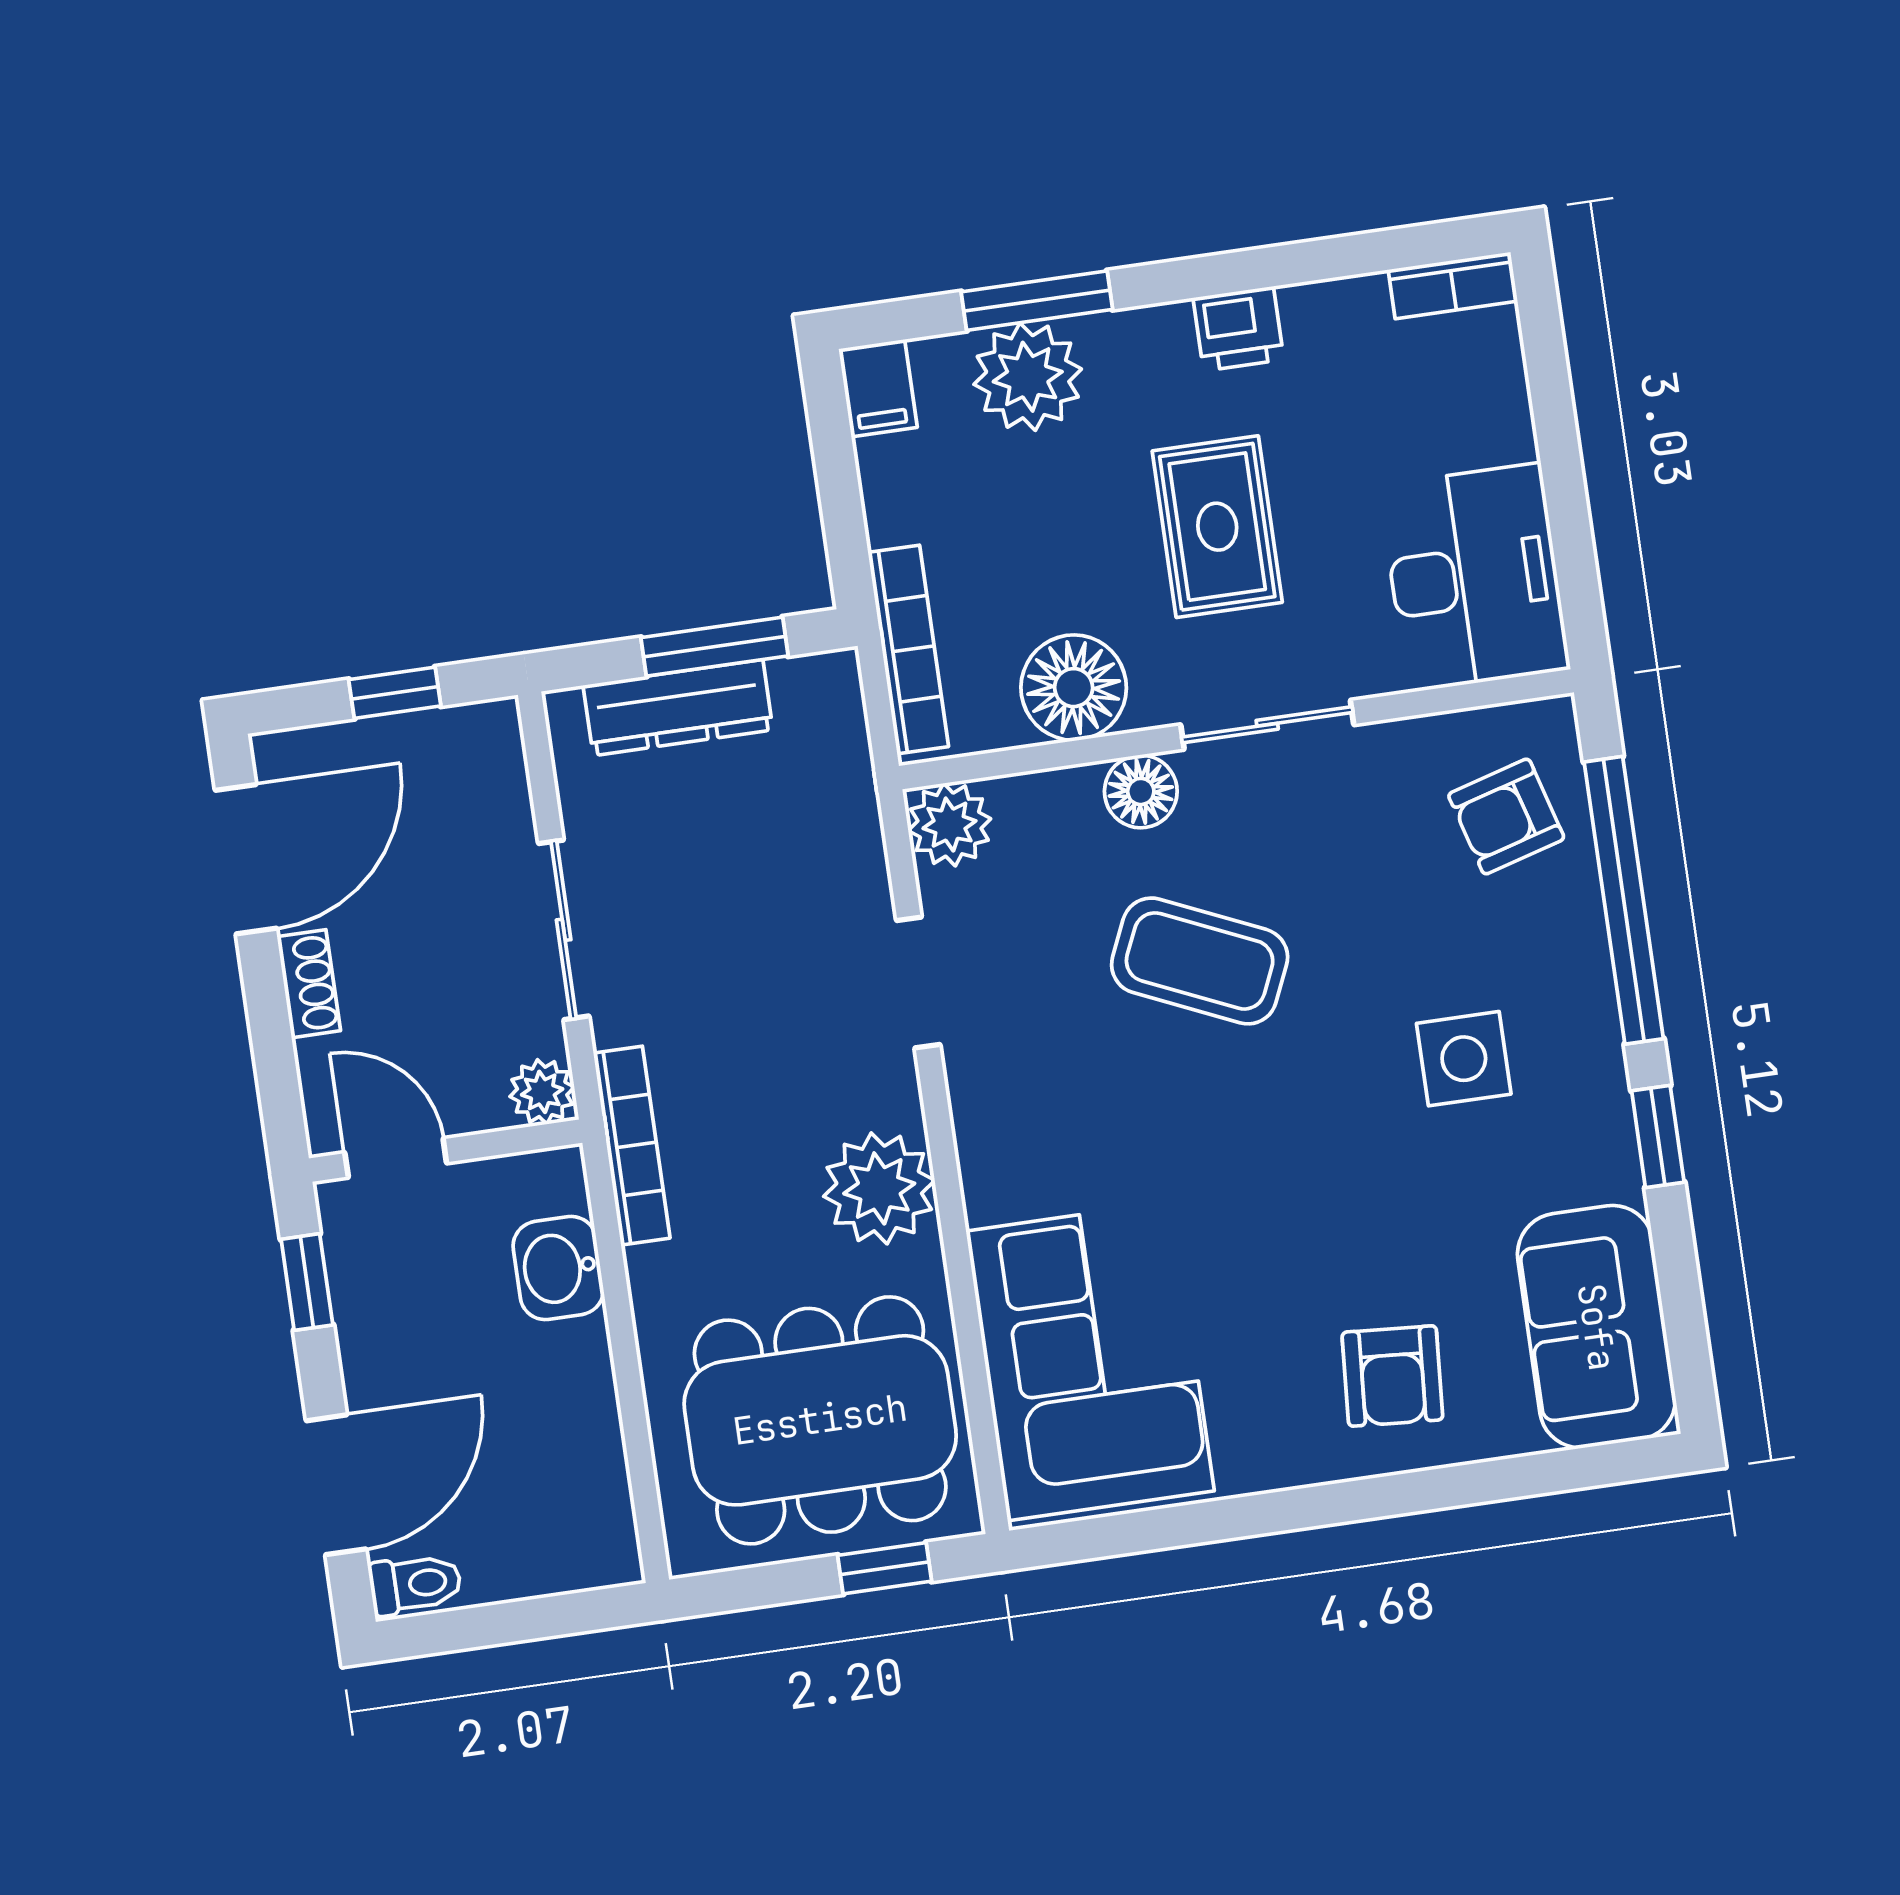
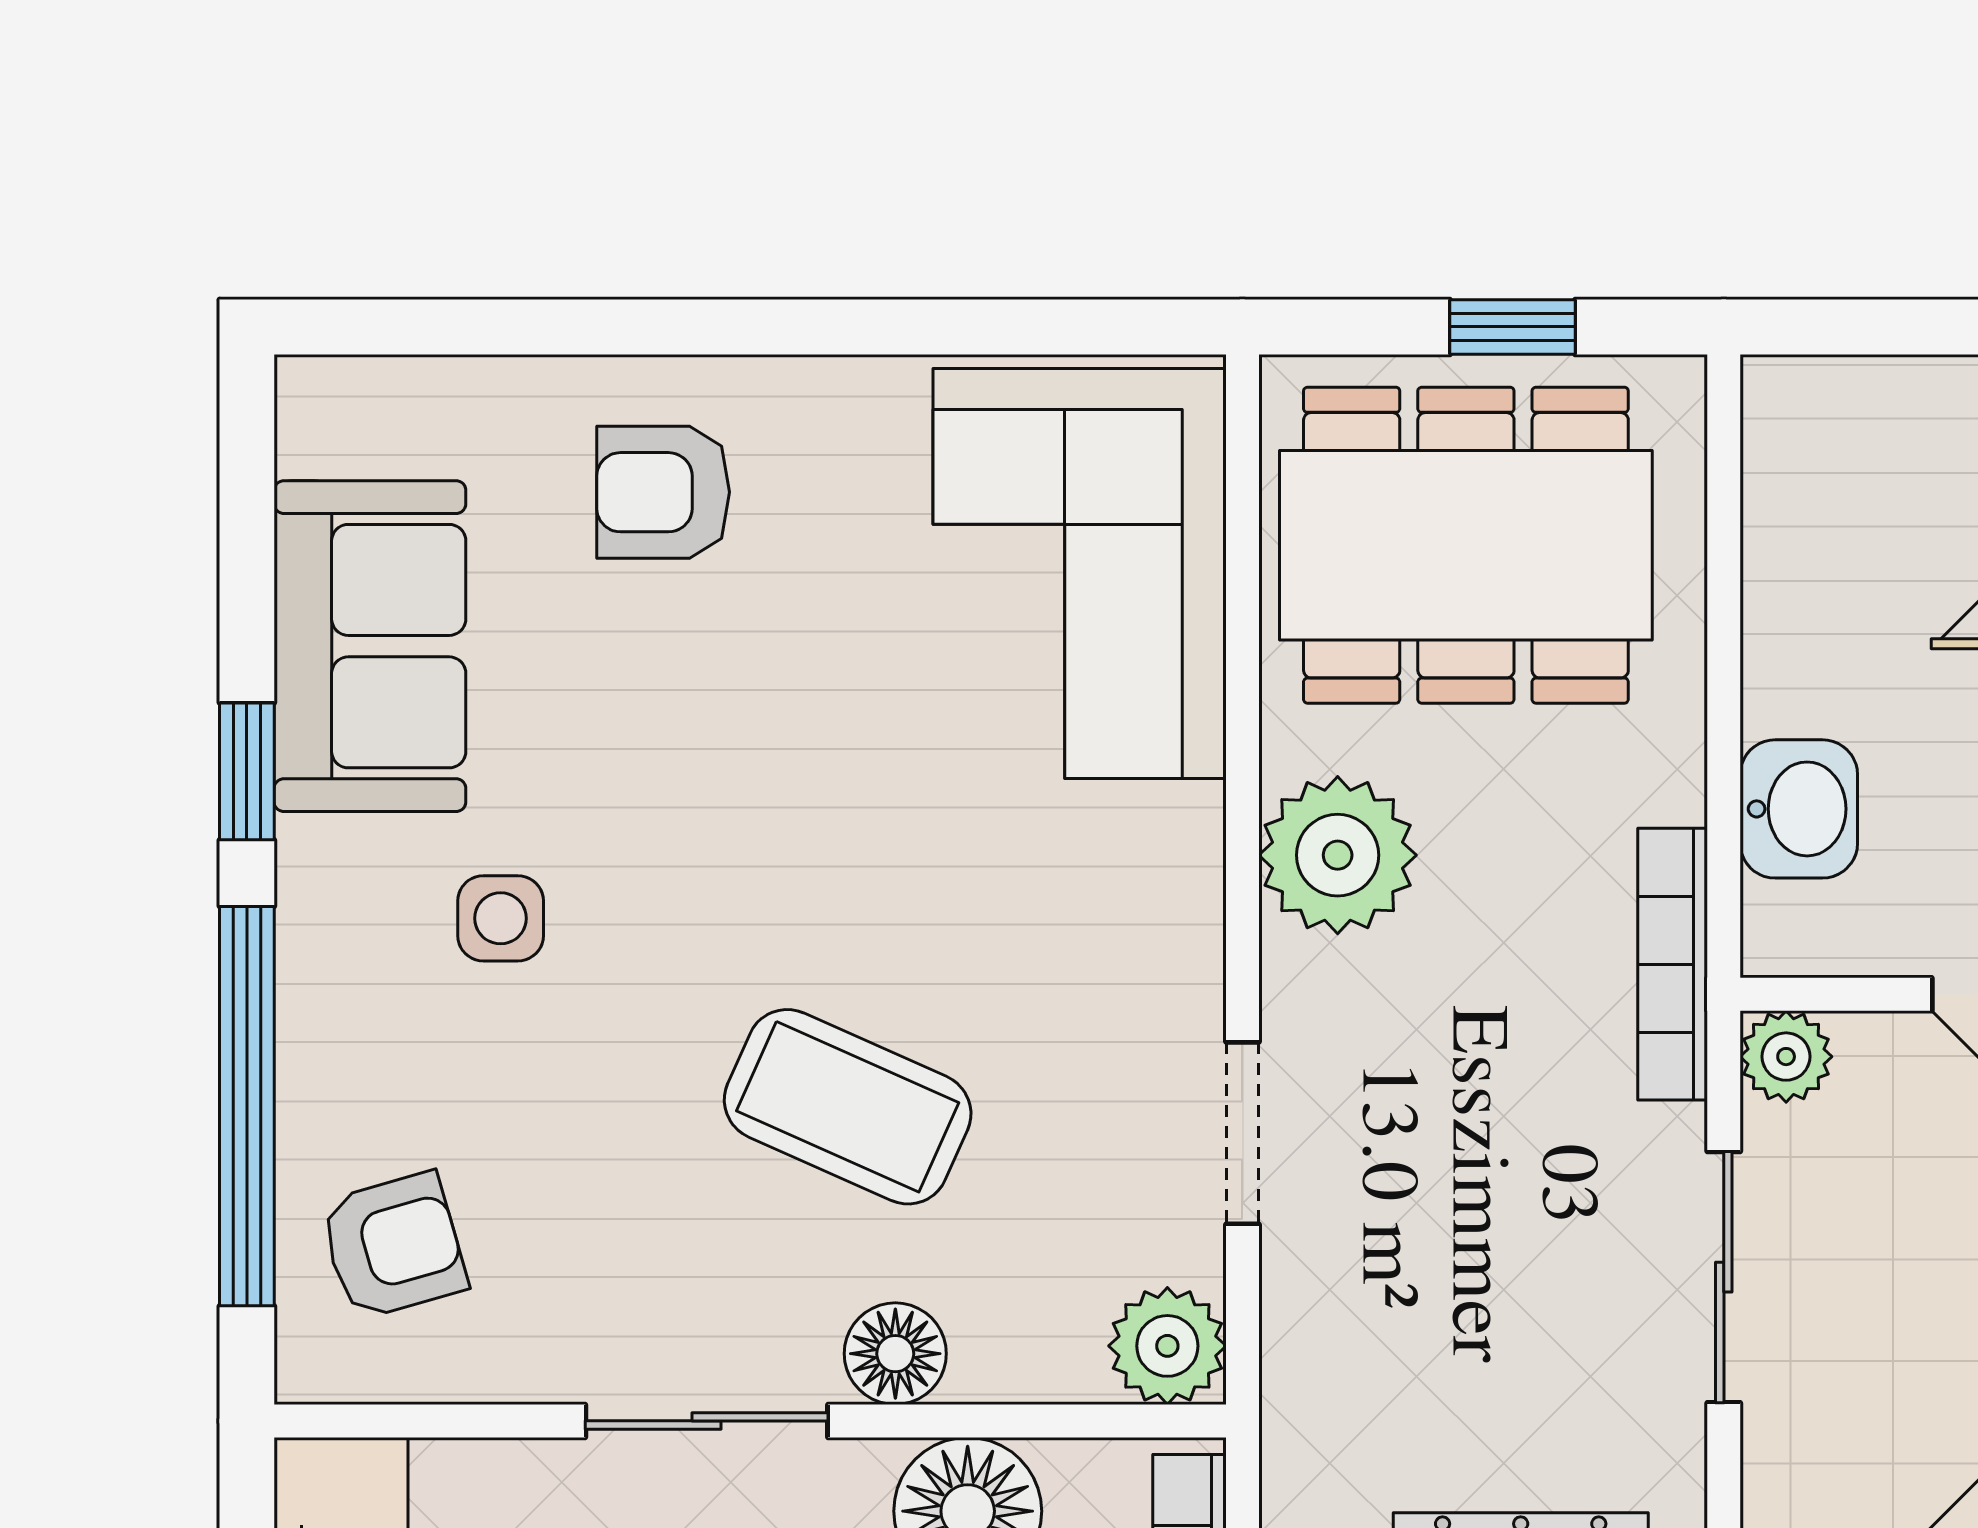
side table: (1464, 1059) -> (501, 918), width x0.73, depth x0.73
sofa: (1596, 1327) -> (370, 646), moved
armchair: (1392, 1376) -> (663, 492), turned -94
window: (885, 1568) -> (1512, 327), moved

